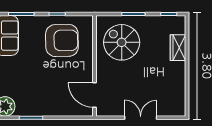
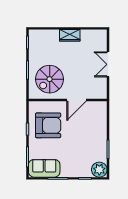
armchair: (62, 40) -> (48, 125), turned 91
wardrobe: (178, 48) -> (70, 35), moved
door: (95, 95) -> (77, 100), moved

